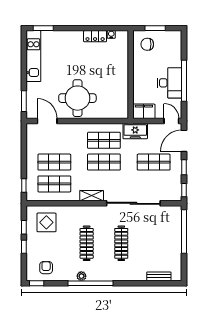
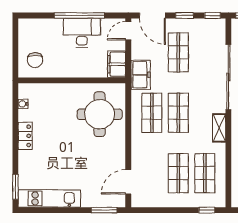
window: (155, 28) -> (15, 50), removed
locker: (95, 36) -> (25, 136), moved
round table: (77, 98) -> (100, 114), moved

